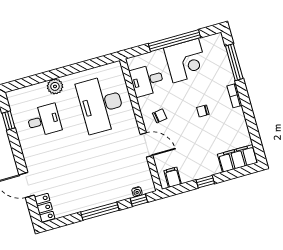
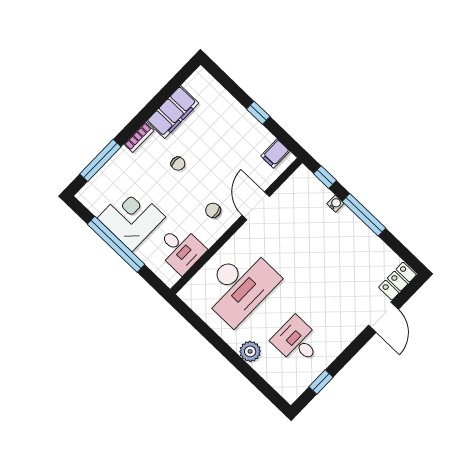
filing cabinet: (238, 158) -> (173, 112), moved, turned -90
water cooler: (137, 192) -> (335, 204), moved

